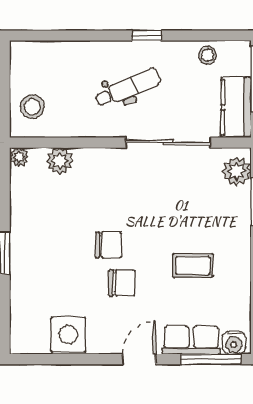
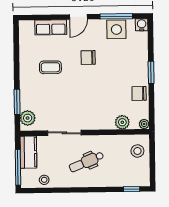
window: (147, 36) -> (132, 189), moved
sliding door: (168, 143) -> (64, 133), width x0.73
chair: (108, 245) -> (139, 93), moved
water cooler: (234, 343) -> (142, 25), moved
window: (211, 359) -> (116, 16), moved

